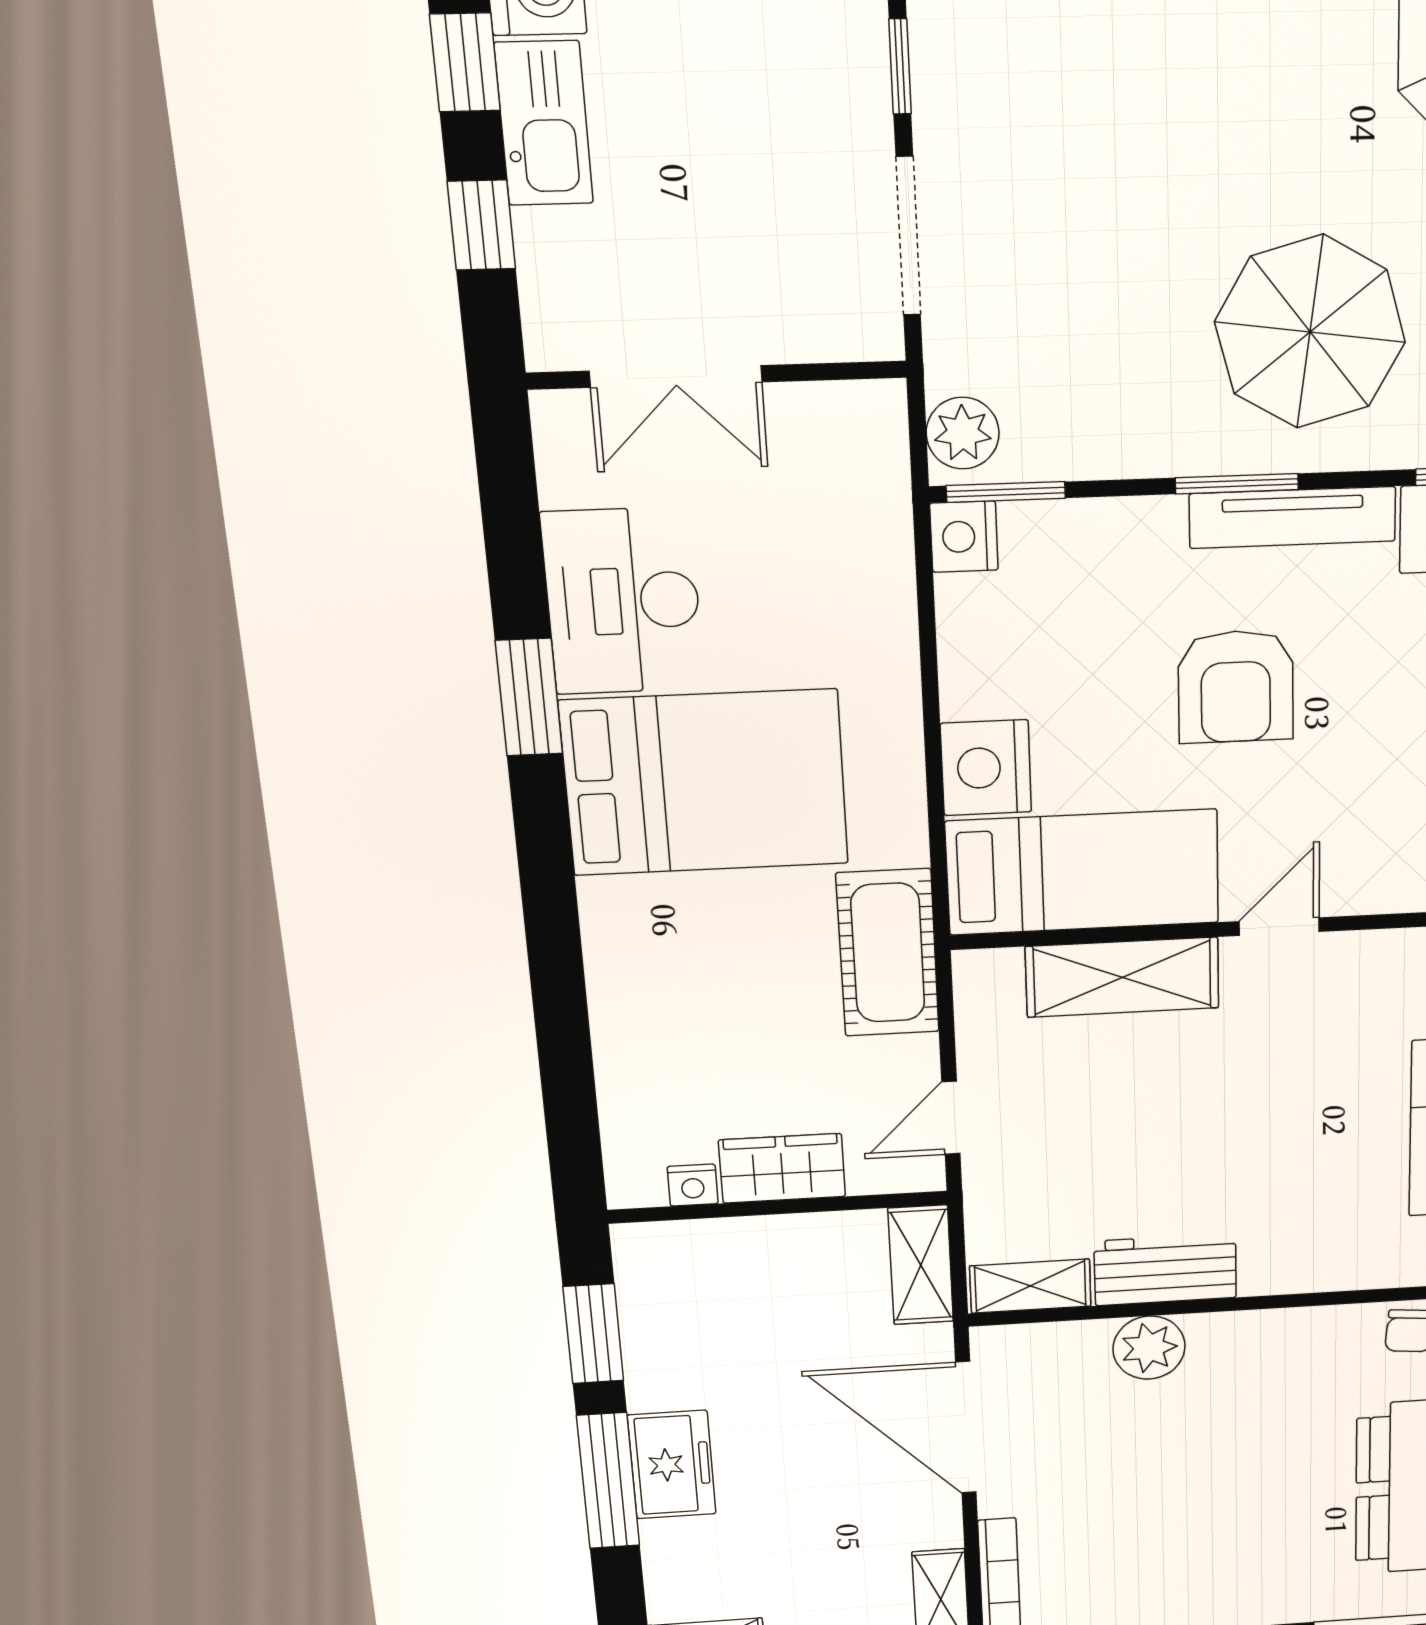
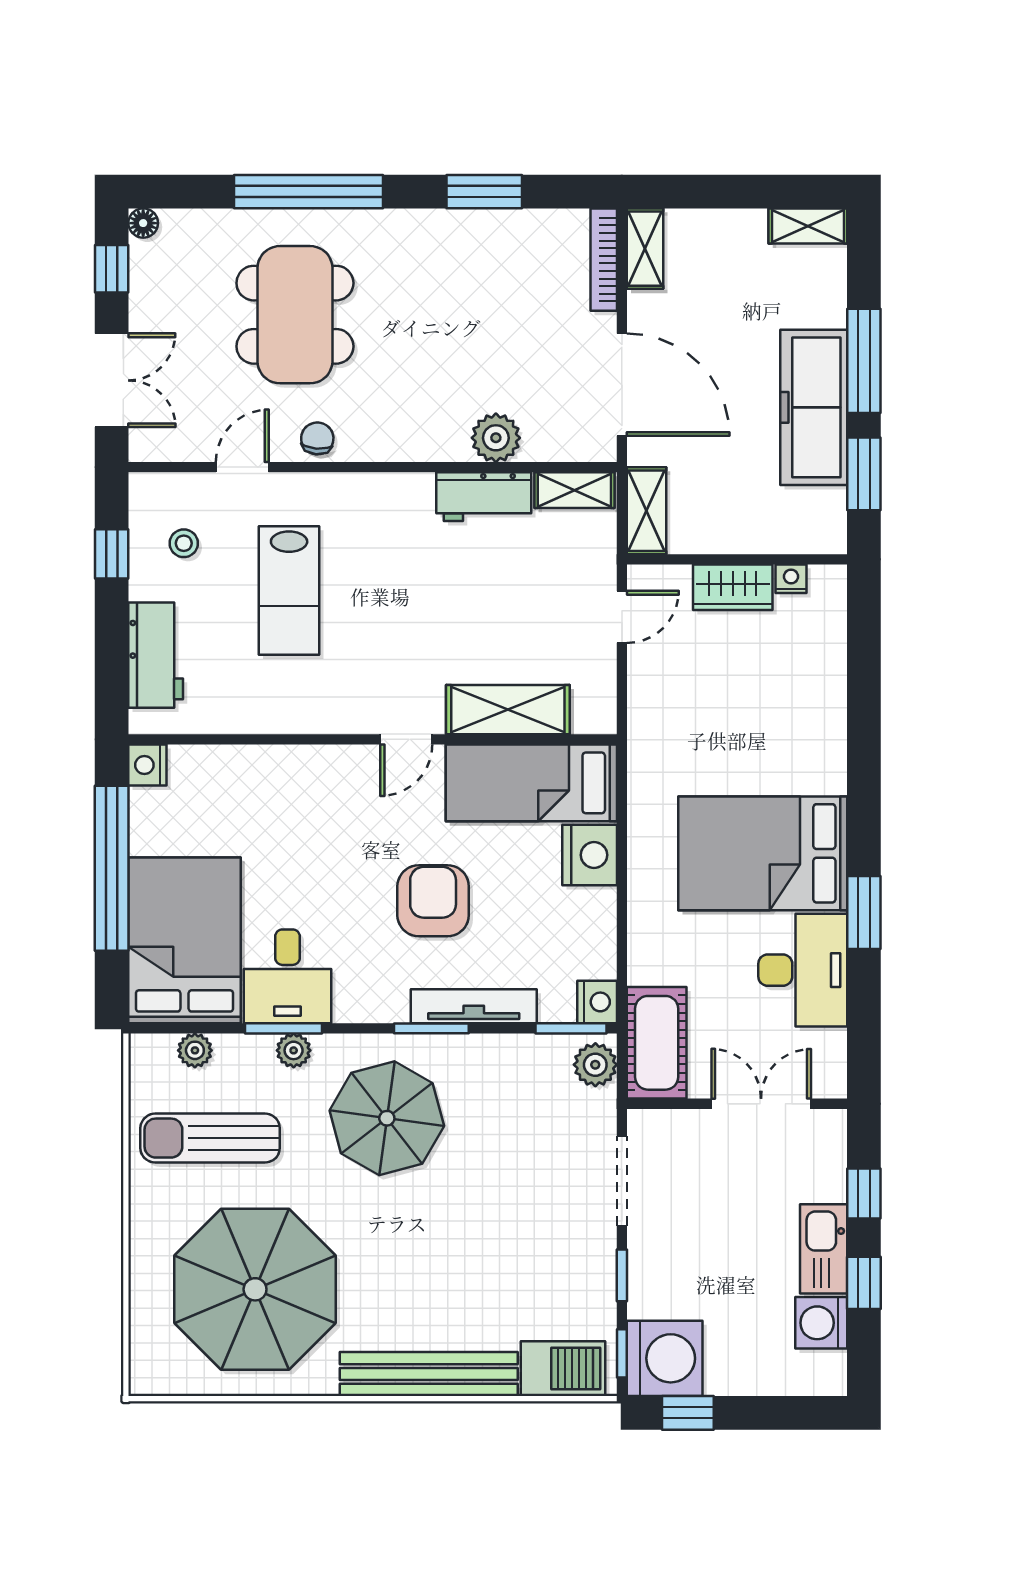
tv unit: (1293, 518) -> (474, 1006), moved
cot: (888, 953) -> (657, 1043), moved
freezer: (672, 1465) -> (814, 407), width x1.91, depth x1.26

